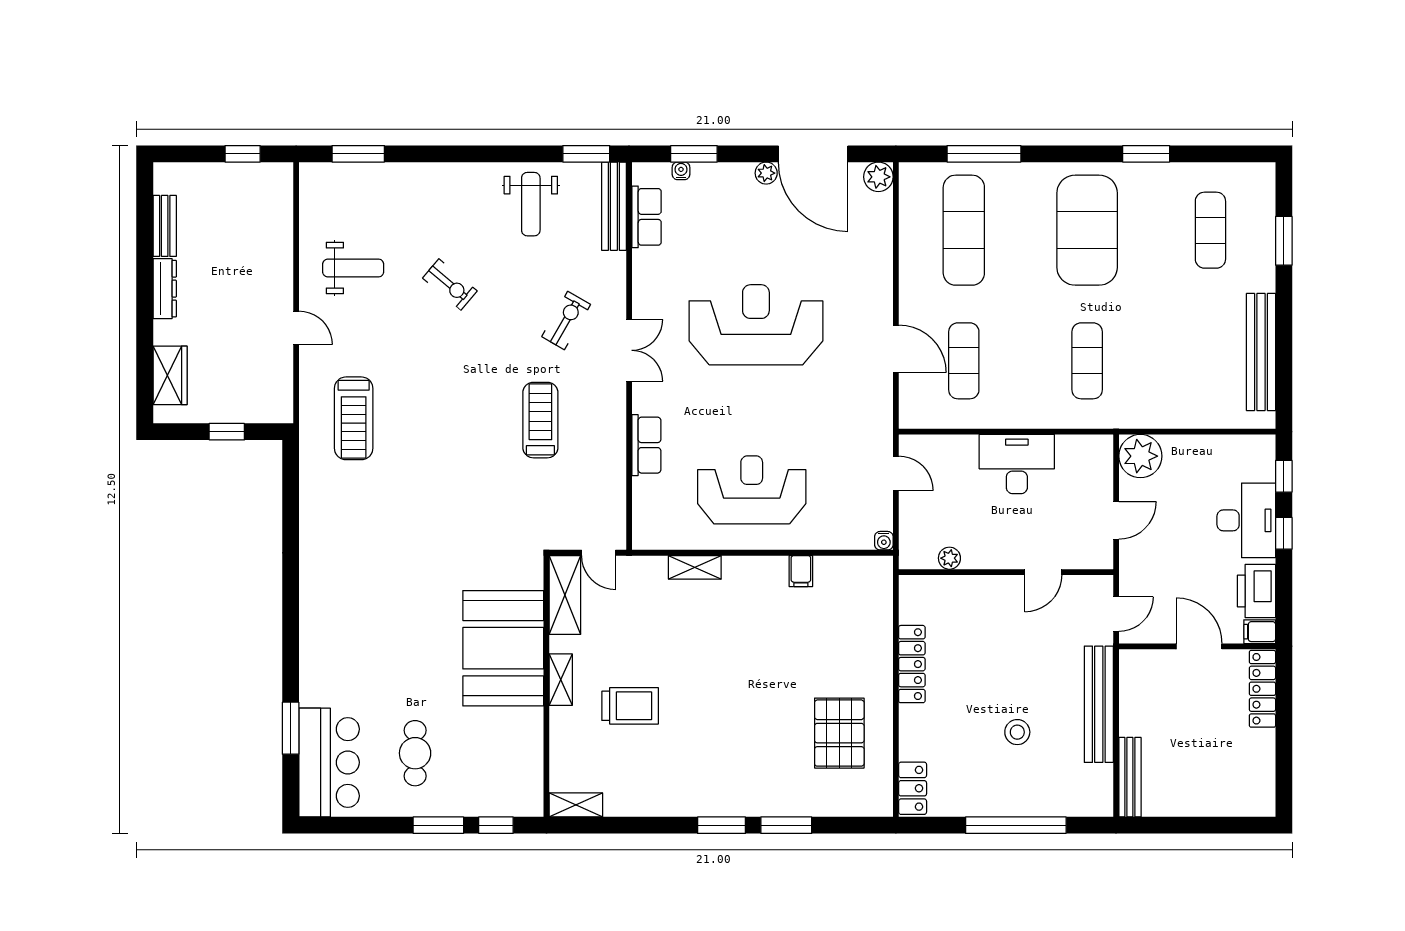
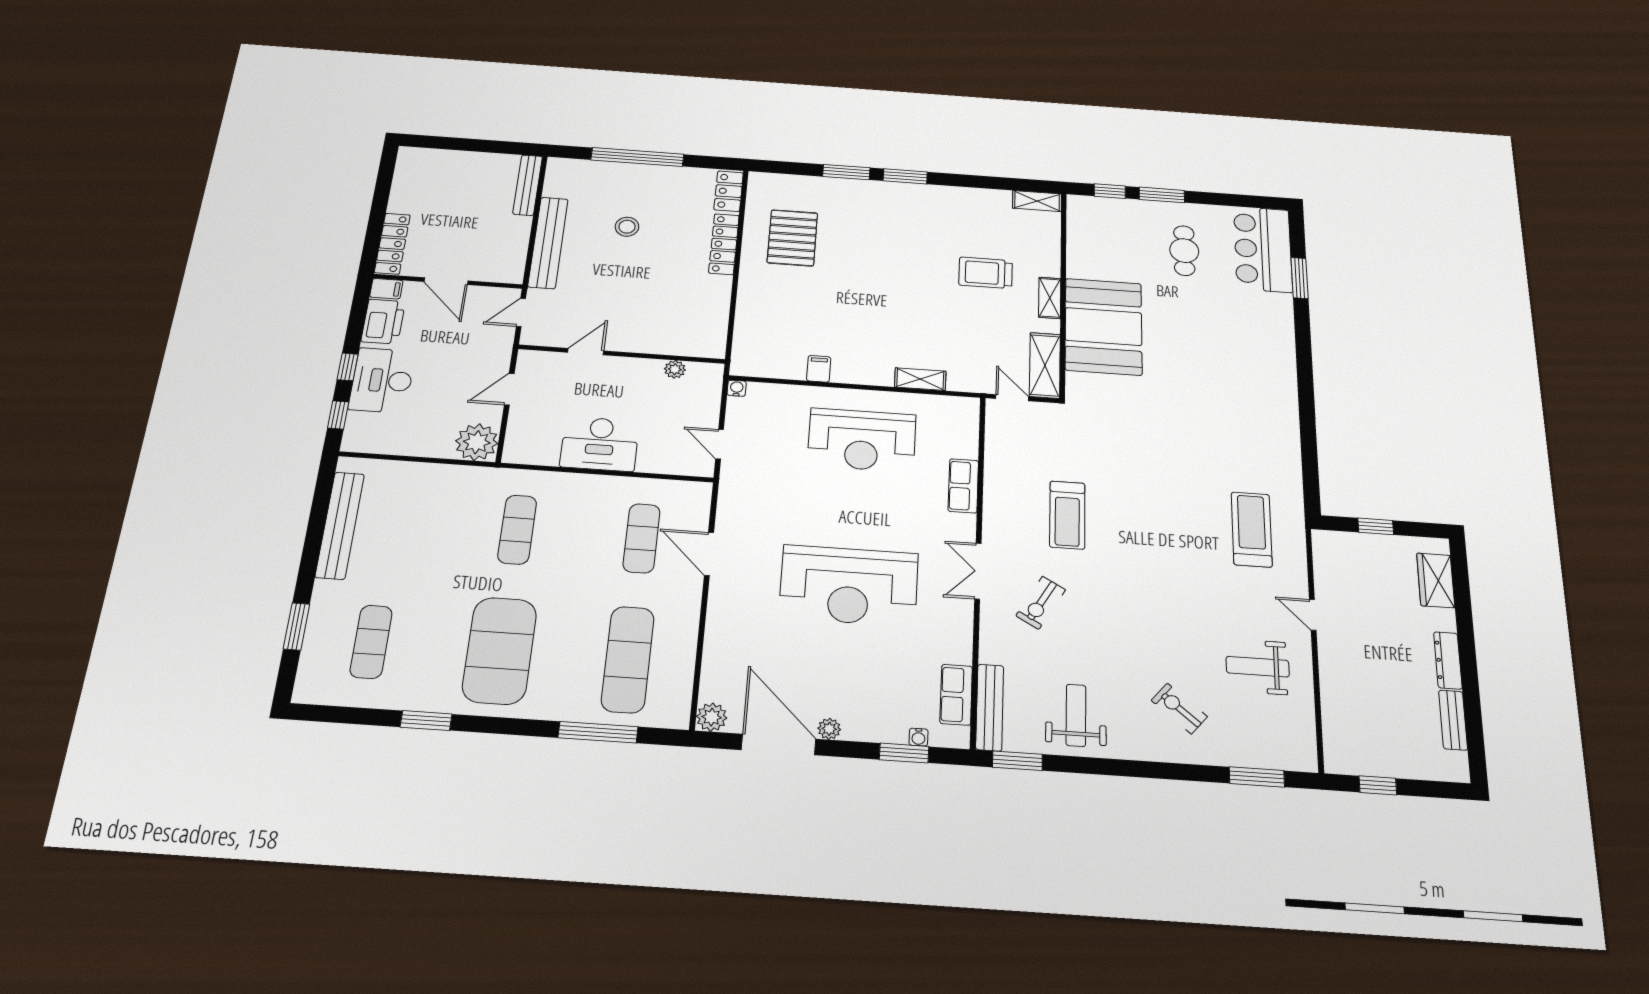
exercise bike: (450, 284) -> (1179, 708), moved
locker: (912, 664) -> (724, 244), moved

